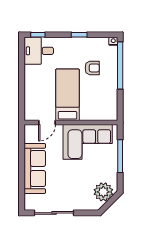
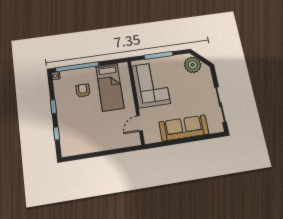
window: (38, 35) -> (56, 133), moved
desk: (39, 51) -> (73, 141), removed
bed: (67, 95) -> (110, 87), moved, turned -90
door: (47, 123) -> (140, 123), swing flipped

